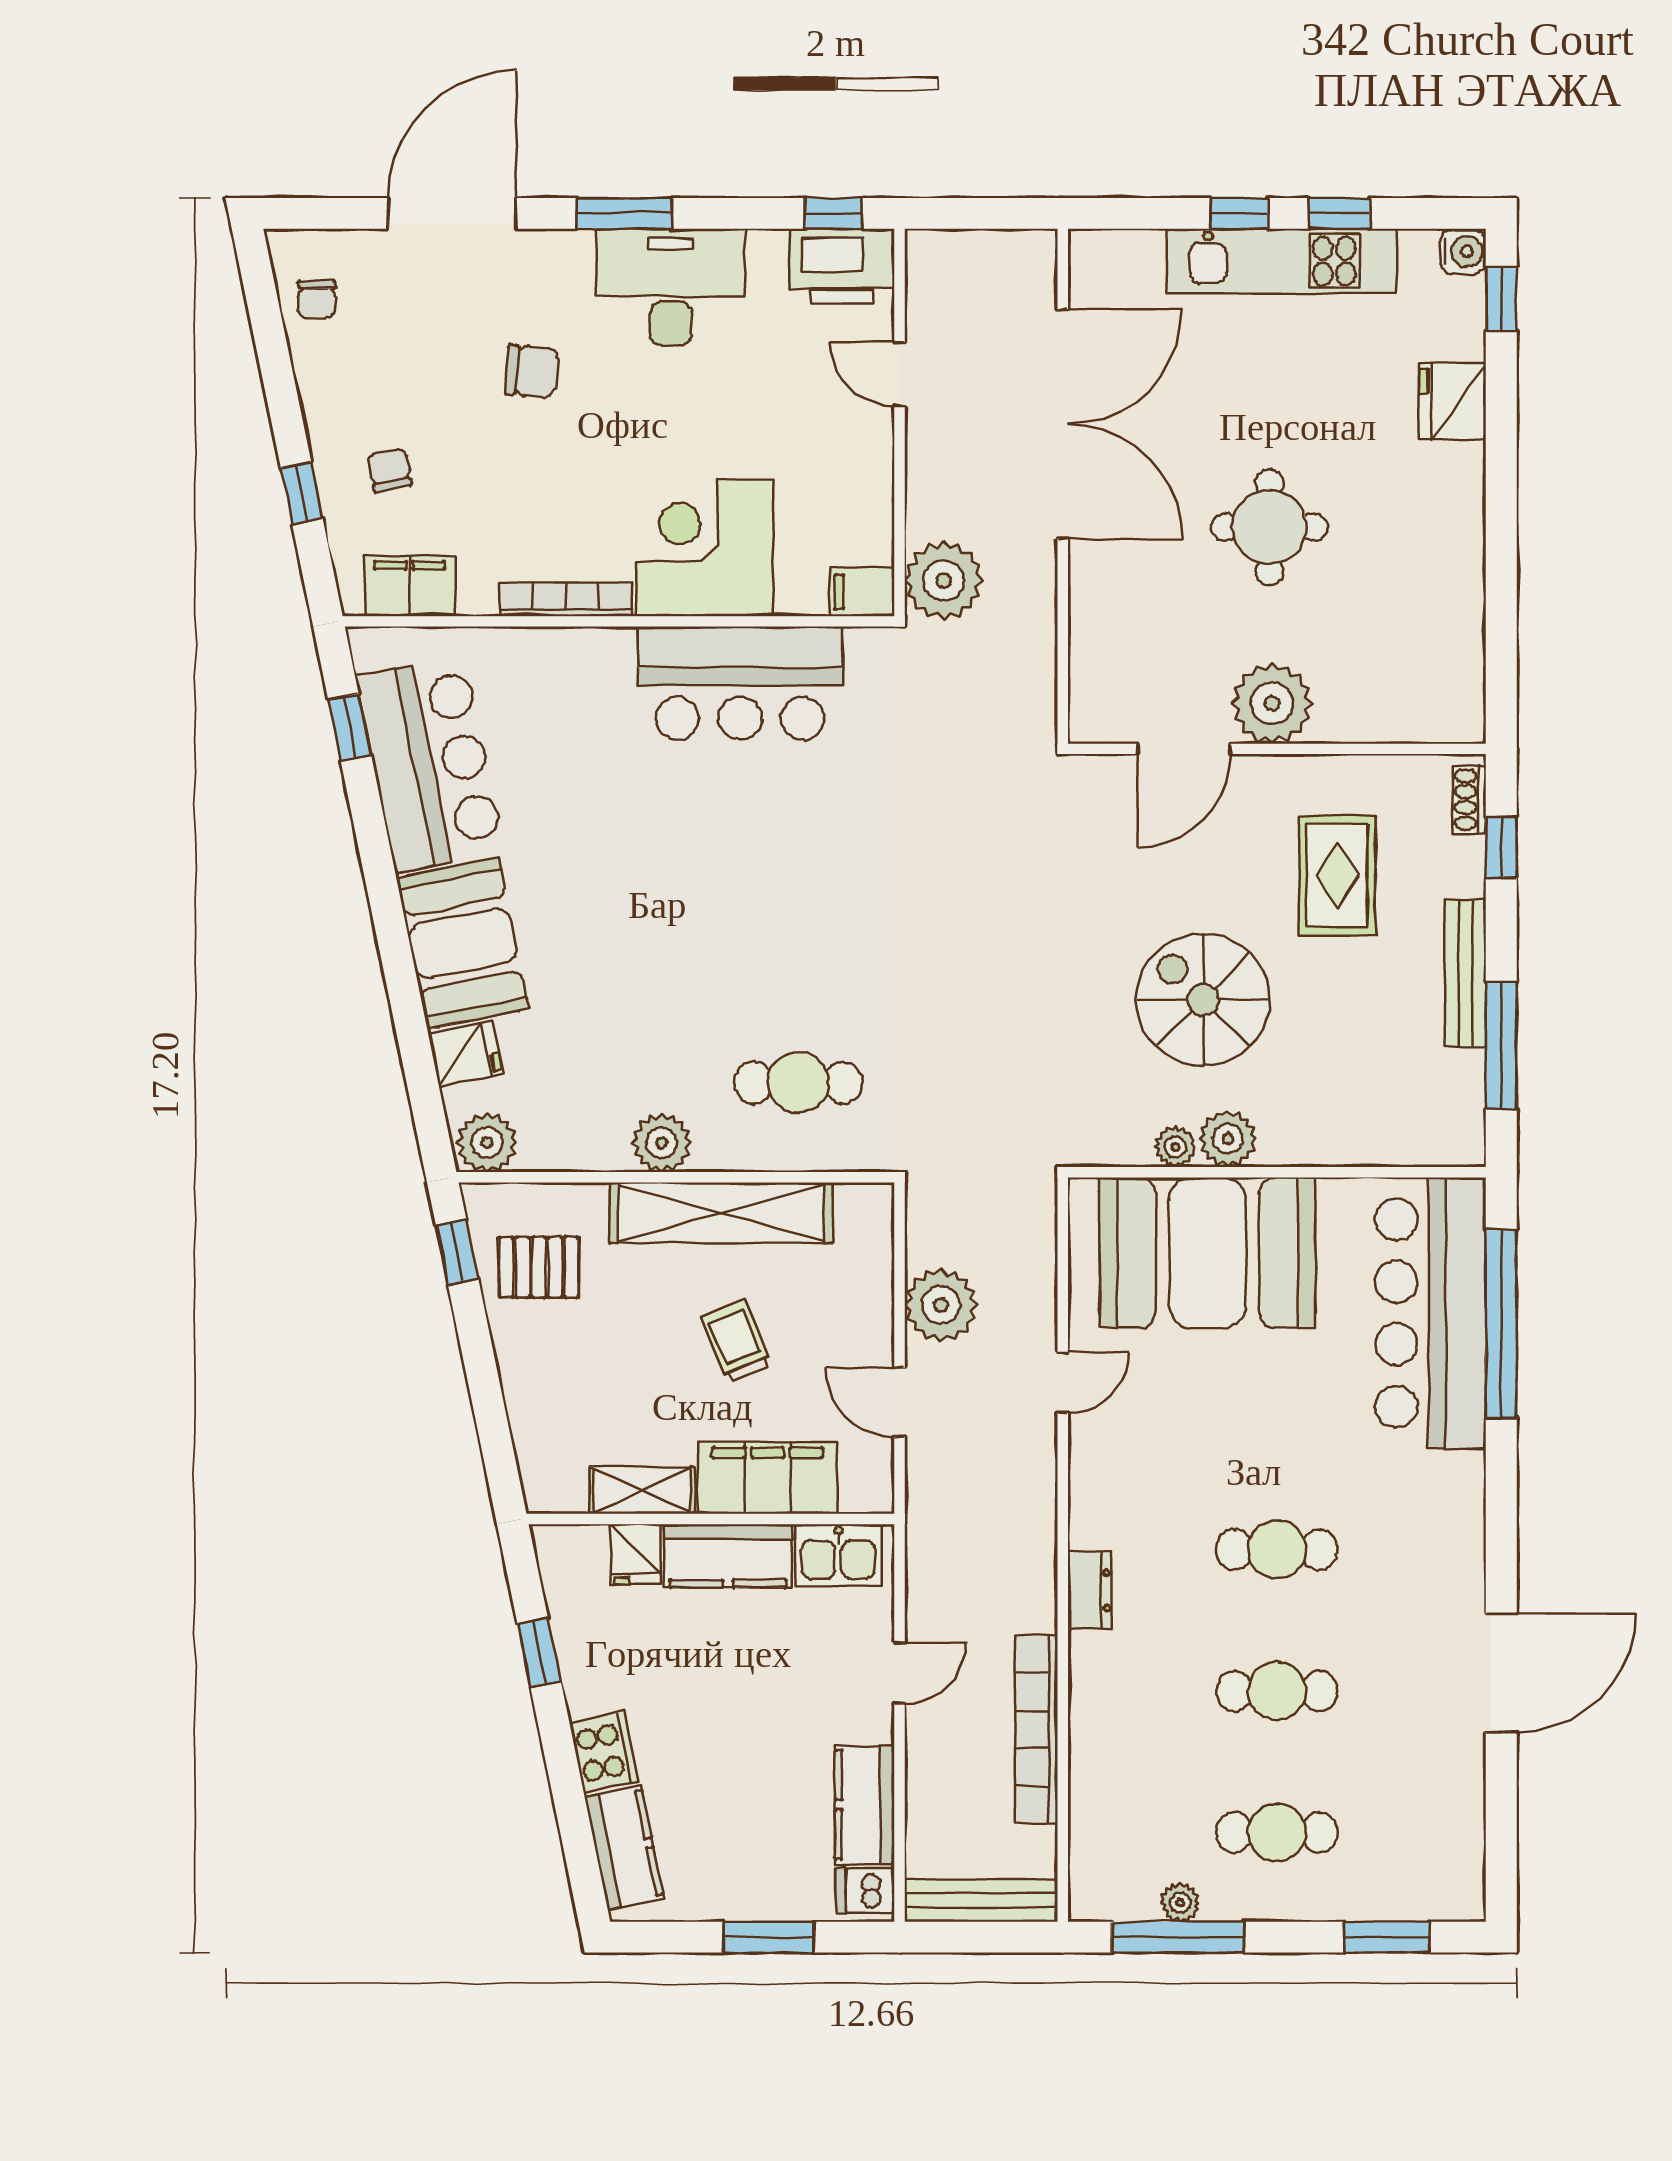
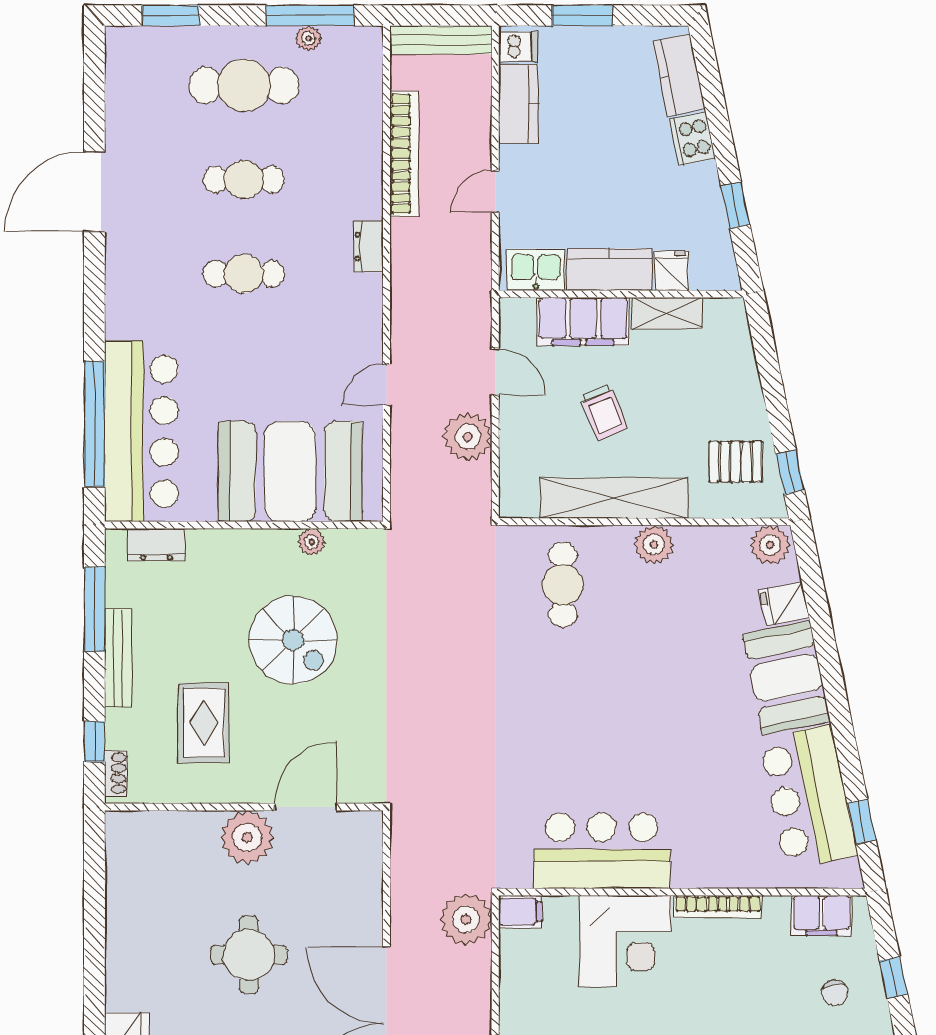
cafe table: (798, 1083) -> (563, 585), turned 90
plant: (1228, 1139) -> (277, 547), removed
dresser: (1408, 1143) -> (156, 545), added
cafe table: (1277, 1832) -> (244, 85), width x1.37, depth x1.35

